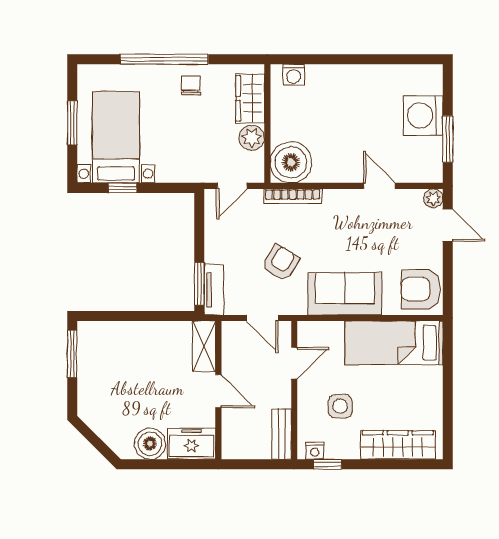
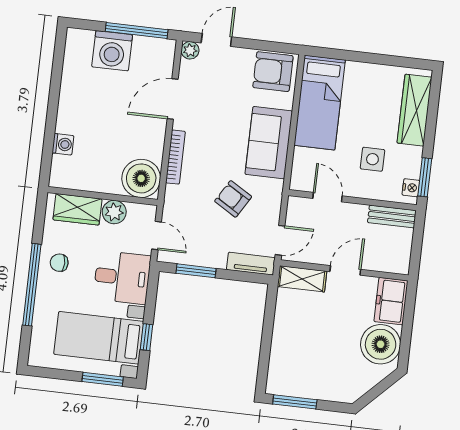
washing machine: (294, 75) -> (63, 144), moved
window: (72, 123) -> (103, 379), moved
window: (448, 139) -> (137, 31), width x1.44
desk: (183, 154) -> (122, 277), added
door: (379, 186) -> (173, 99), width x1.38
bookcase: (293, 196) -> (175, 157), moved
window: (199, 284) -> (196, 271), moved
armchair: (421, 289) -> (273, 72), turned 90
door: (262, 318) -> (280, 240), moved
boiler: (150, 444) -> (381, 344), width x1.37, depth x1.37
window: (328, 464) -> (425, 177), width x1.50

